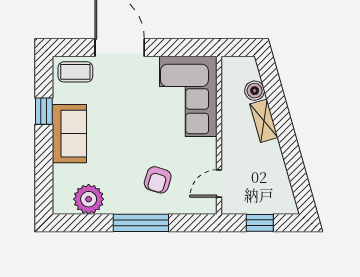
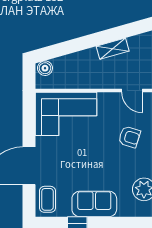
boiler: (255, 91) -> (45, 68), moved
shelving: (264, 121) -> (113, 49), moved

